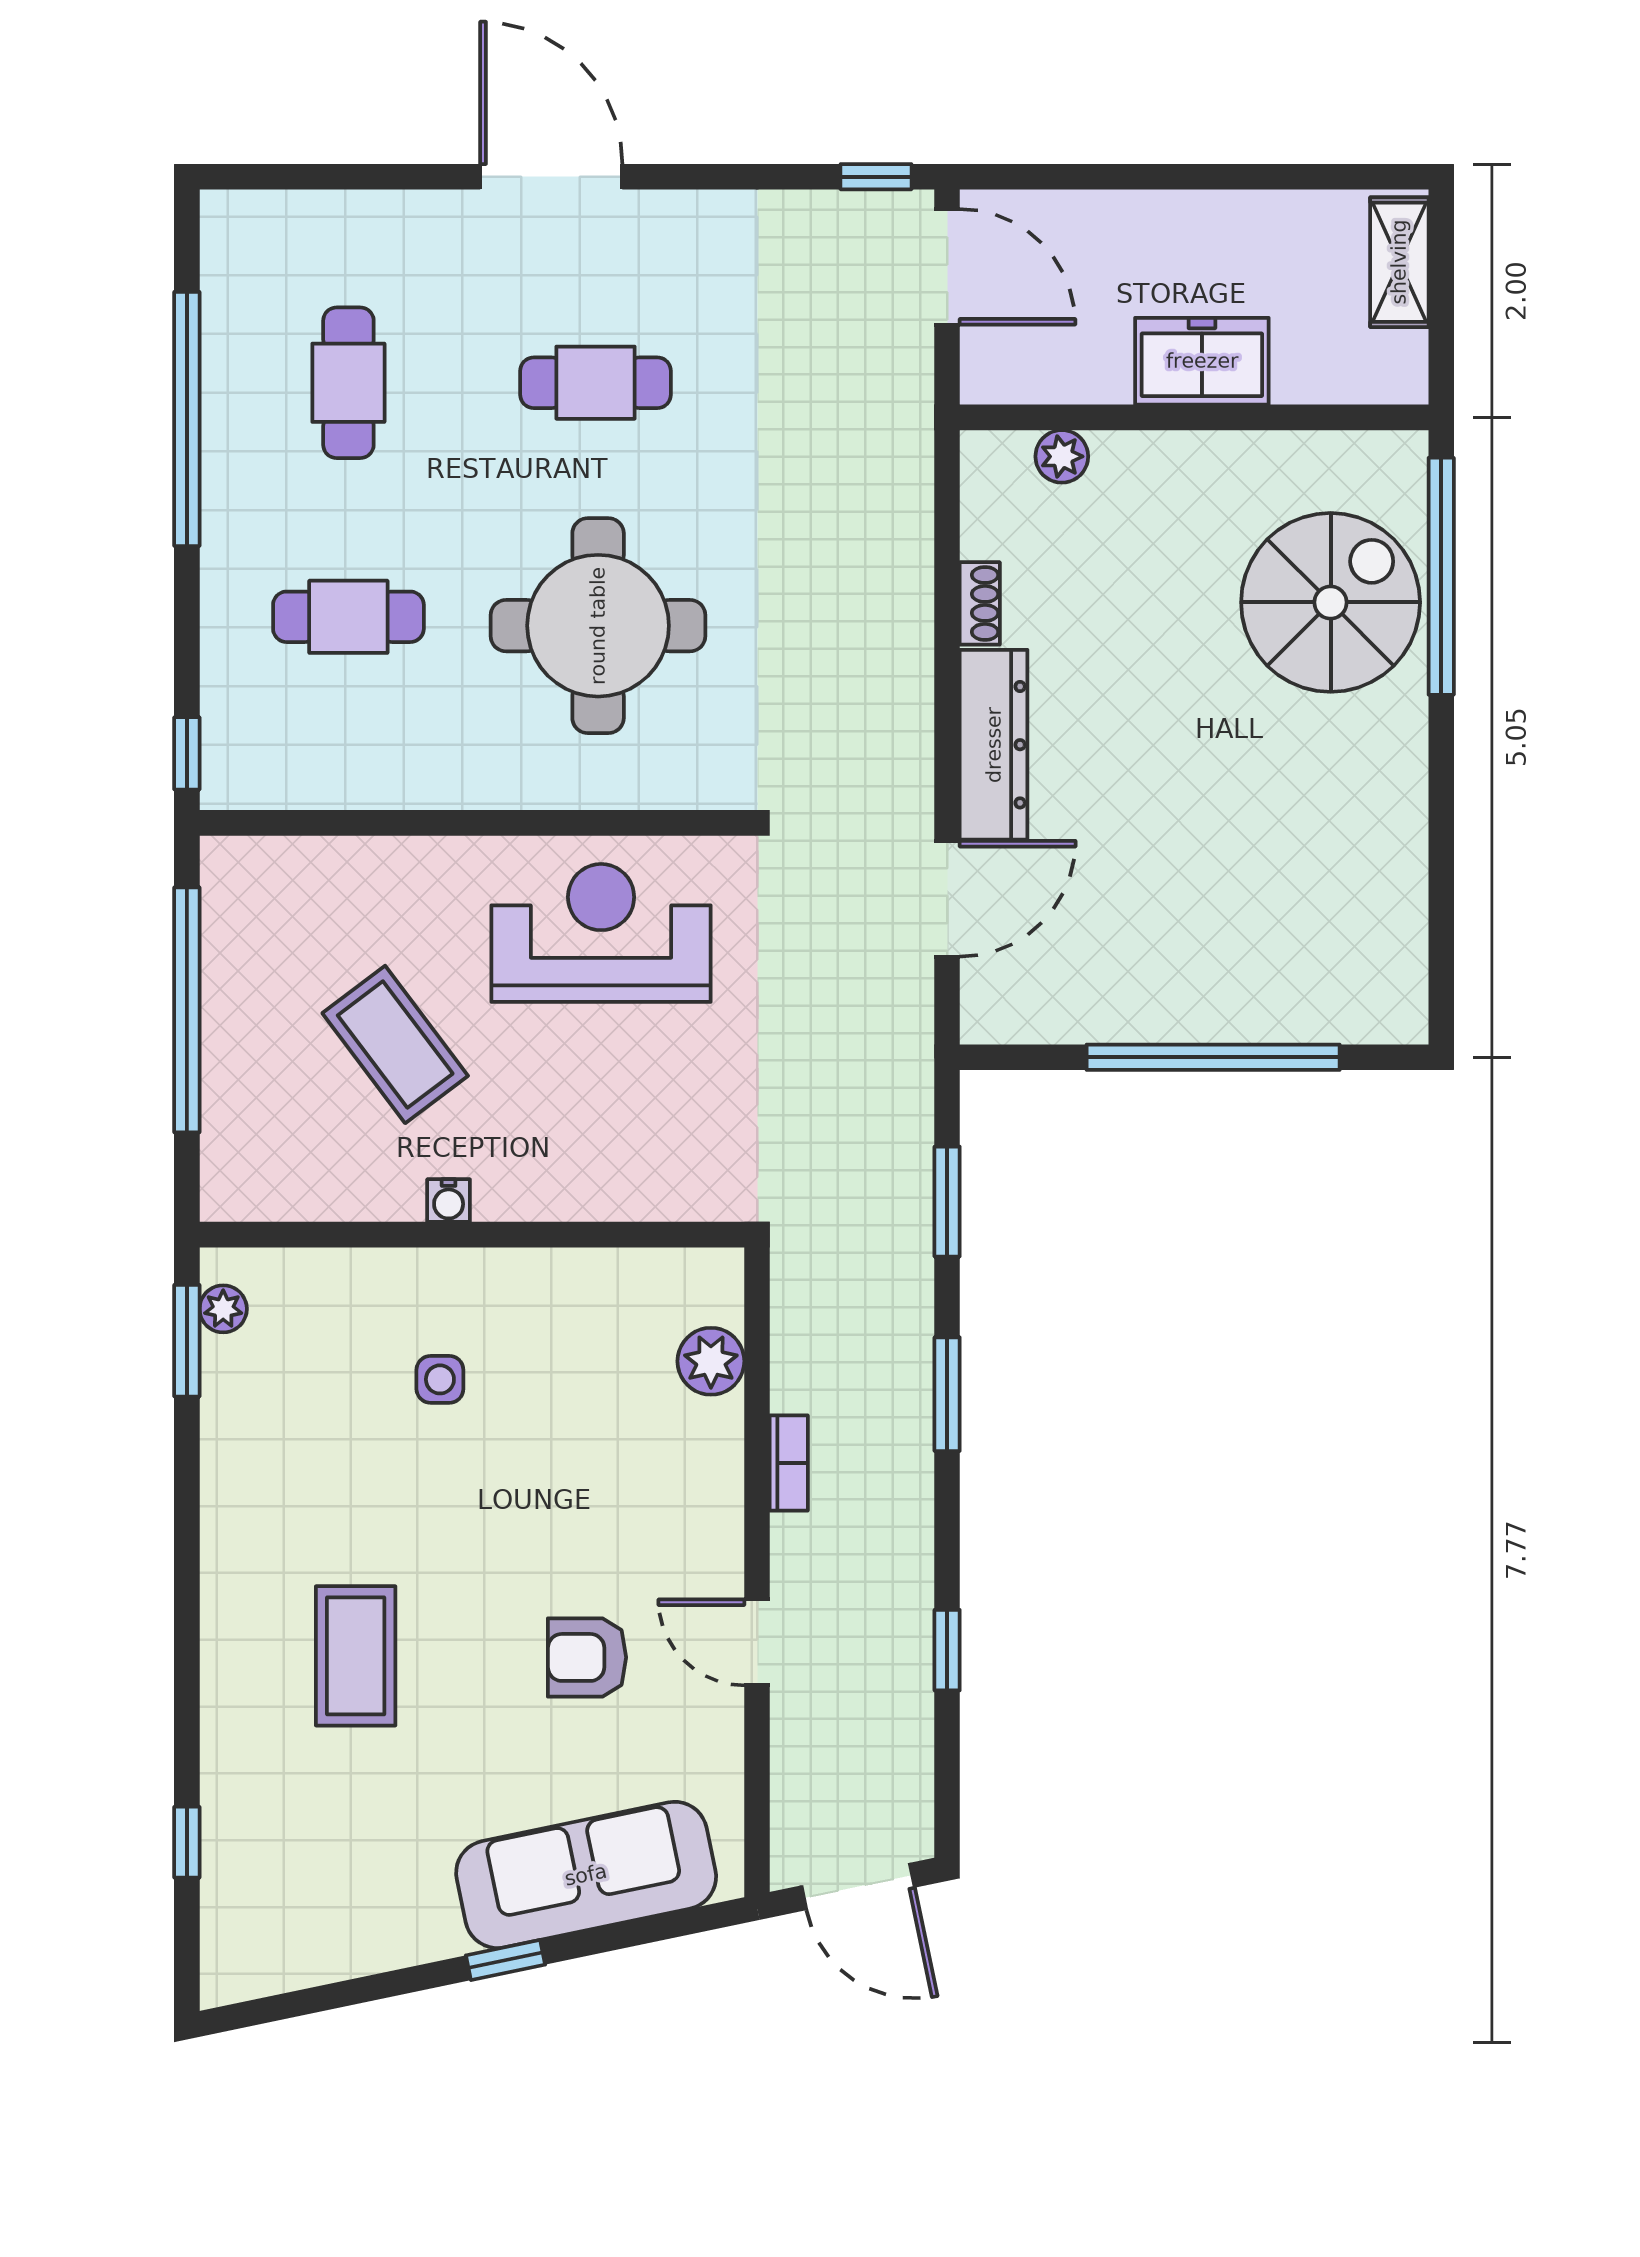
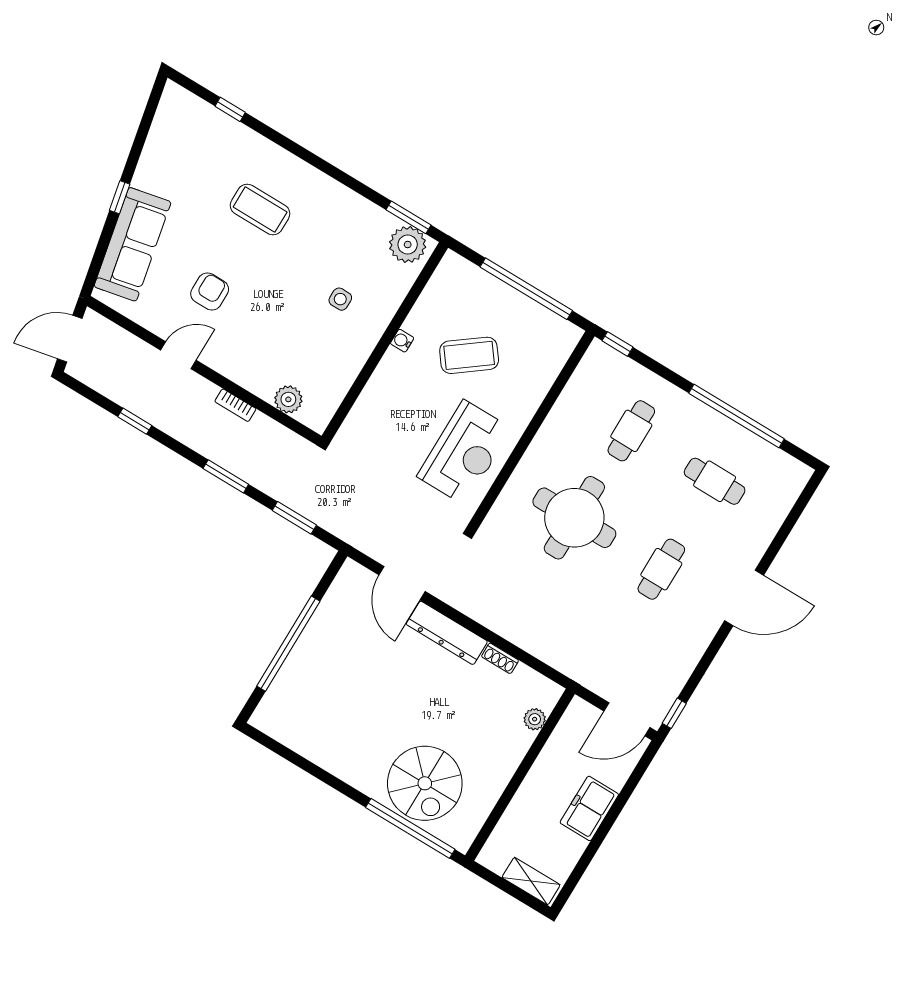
freezer: (1202, 361) -> (589, 808), moved, turned 180
plant: (223, 1309) -> (408, 245), width x1.87, depth x1.87

